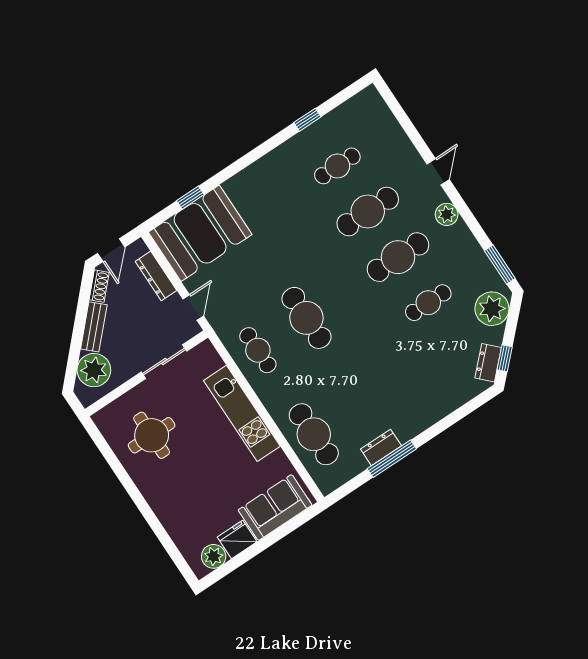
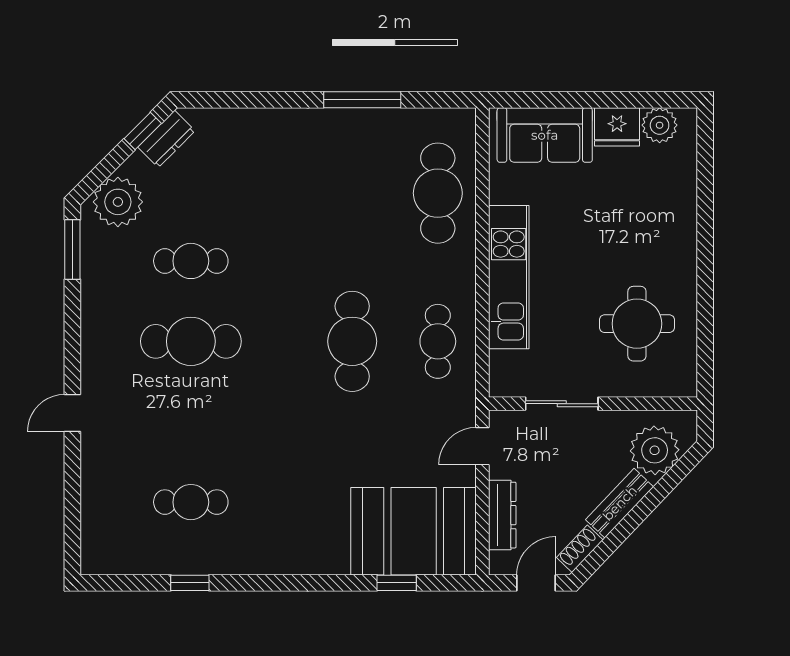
cafe table: (368, 212) -> (191, 422), removed
plant: (447, 214) -> (97, 354), removed
dresser: (381, 447) -> (366, 122), removed

